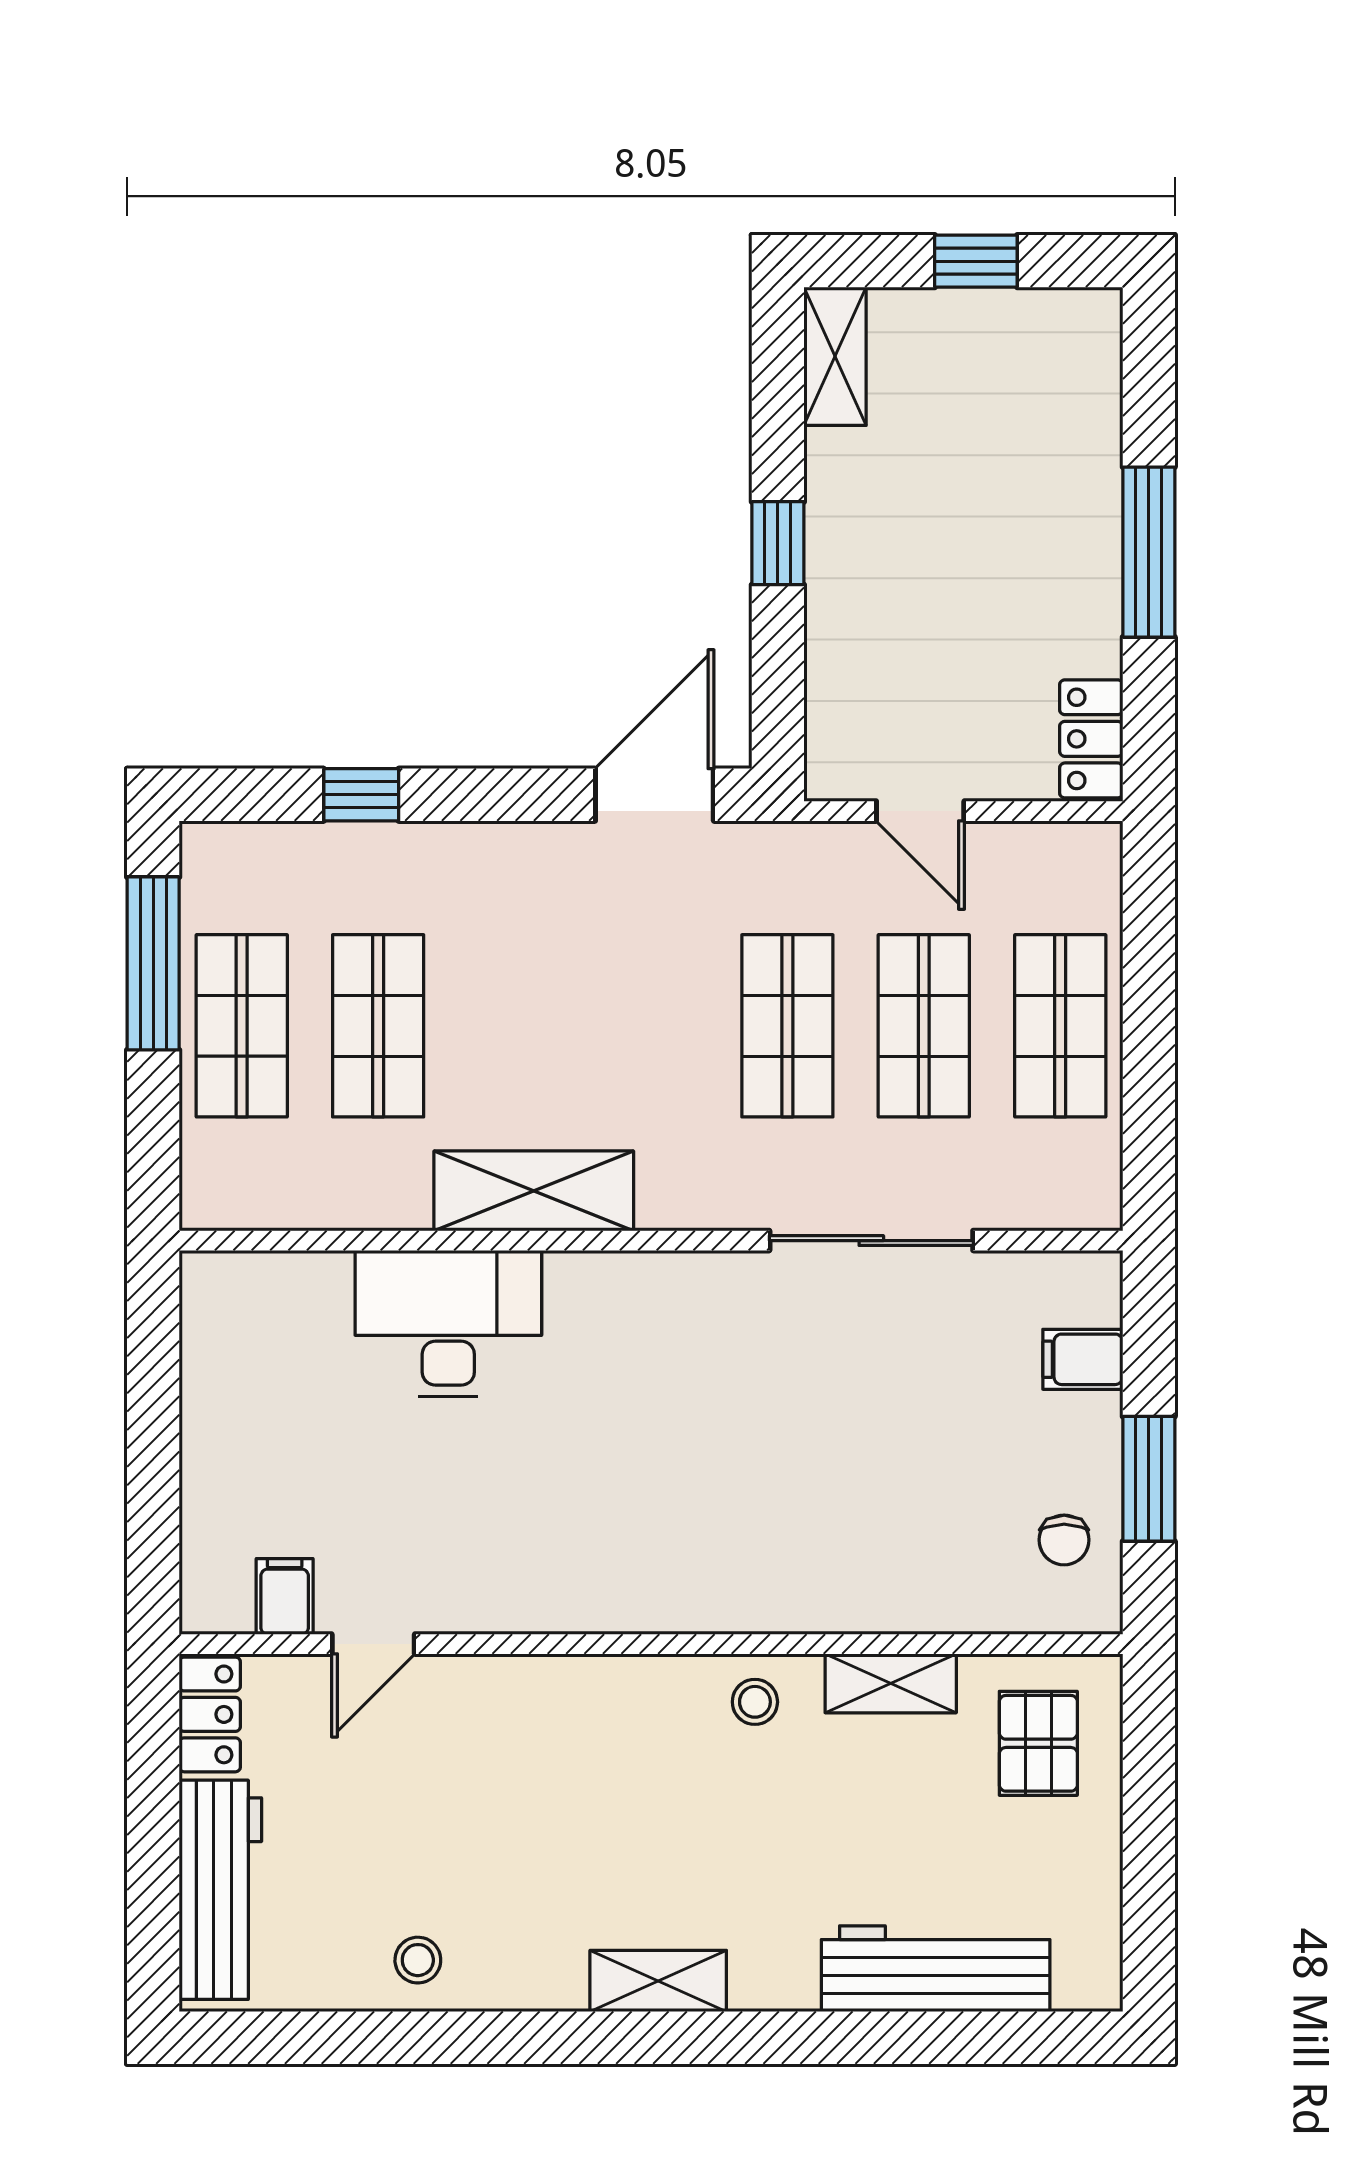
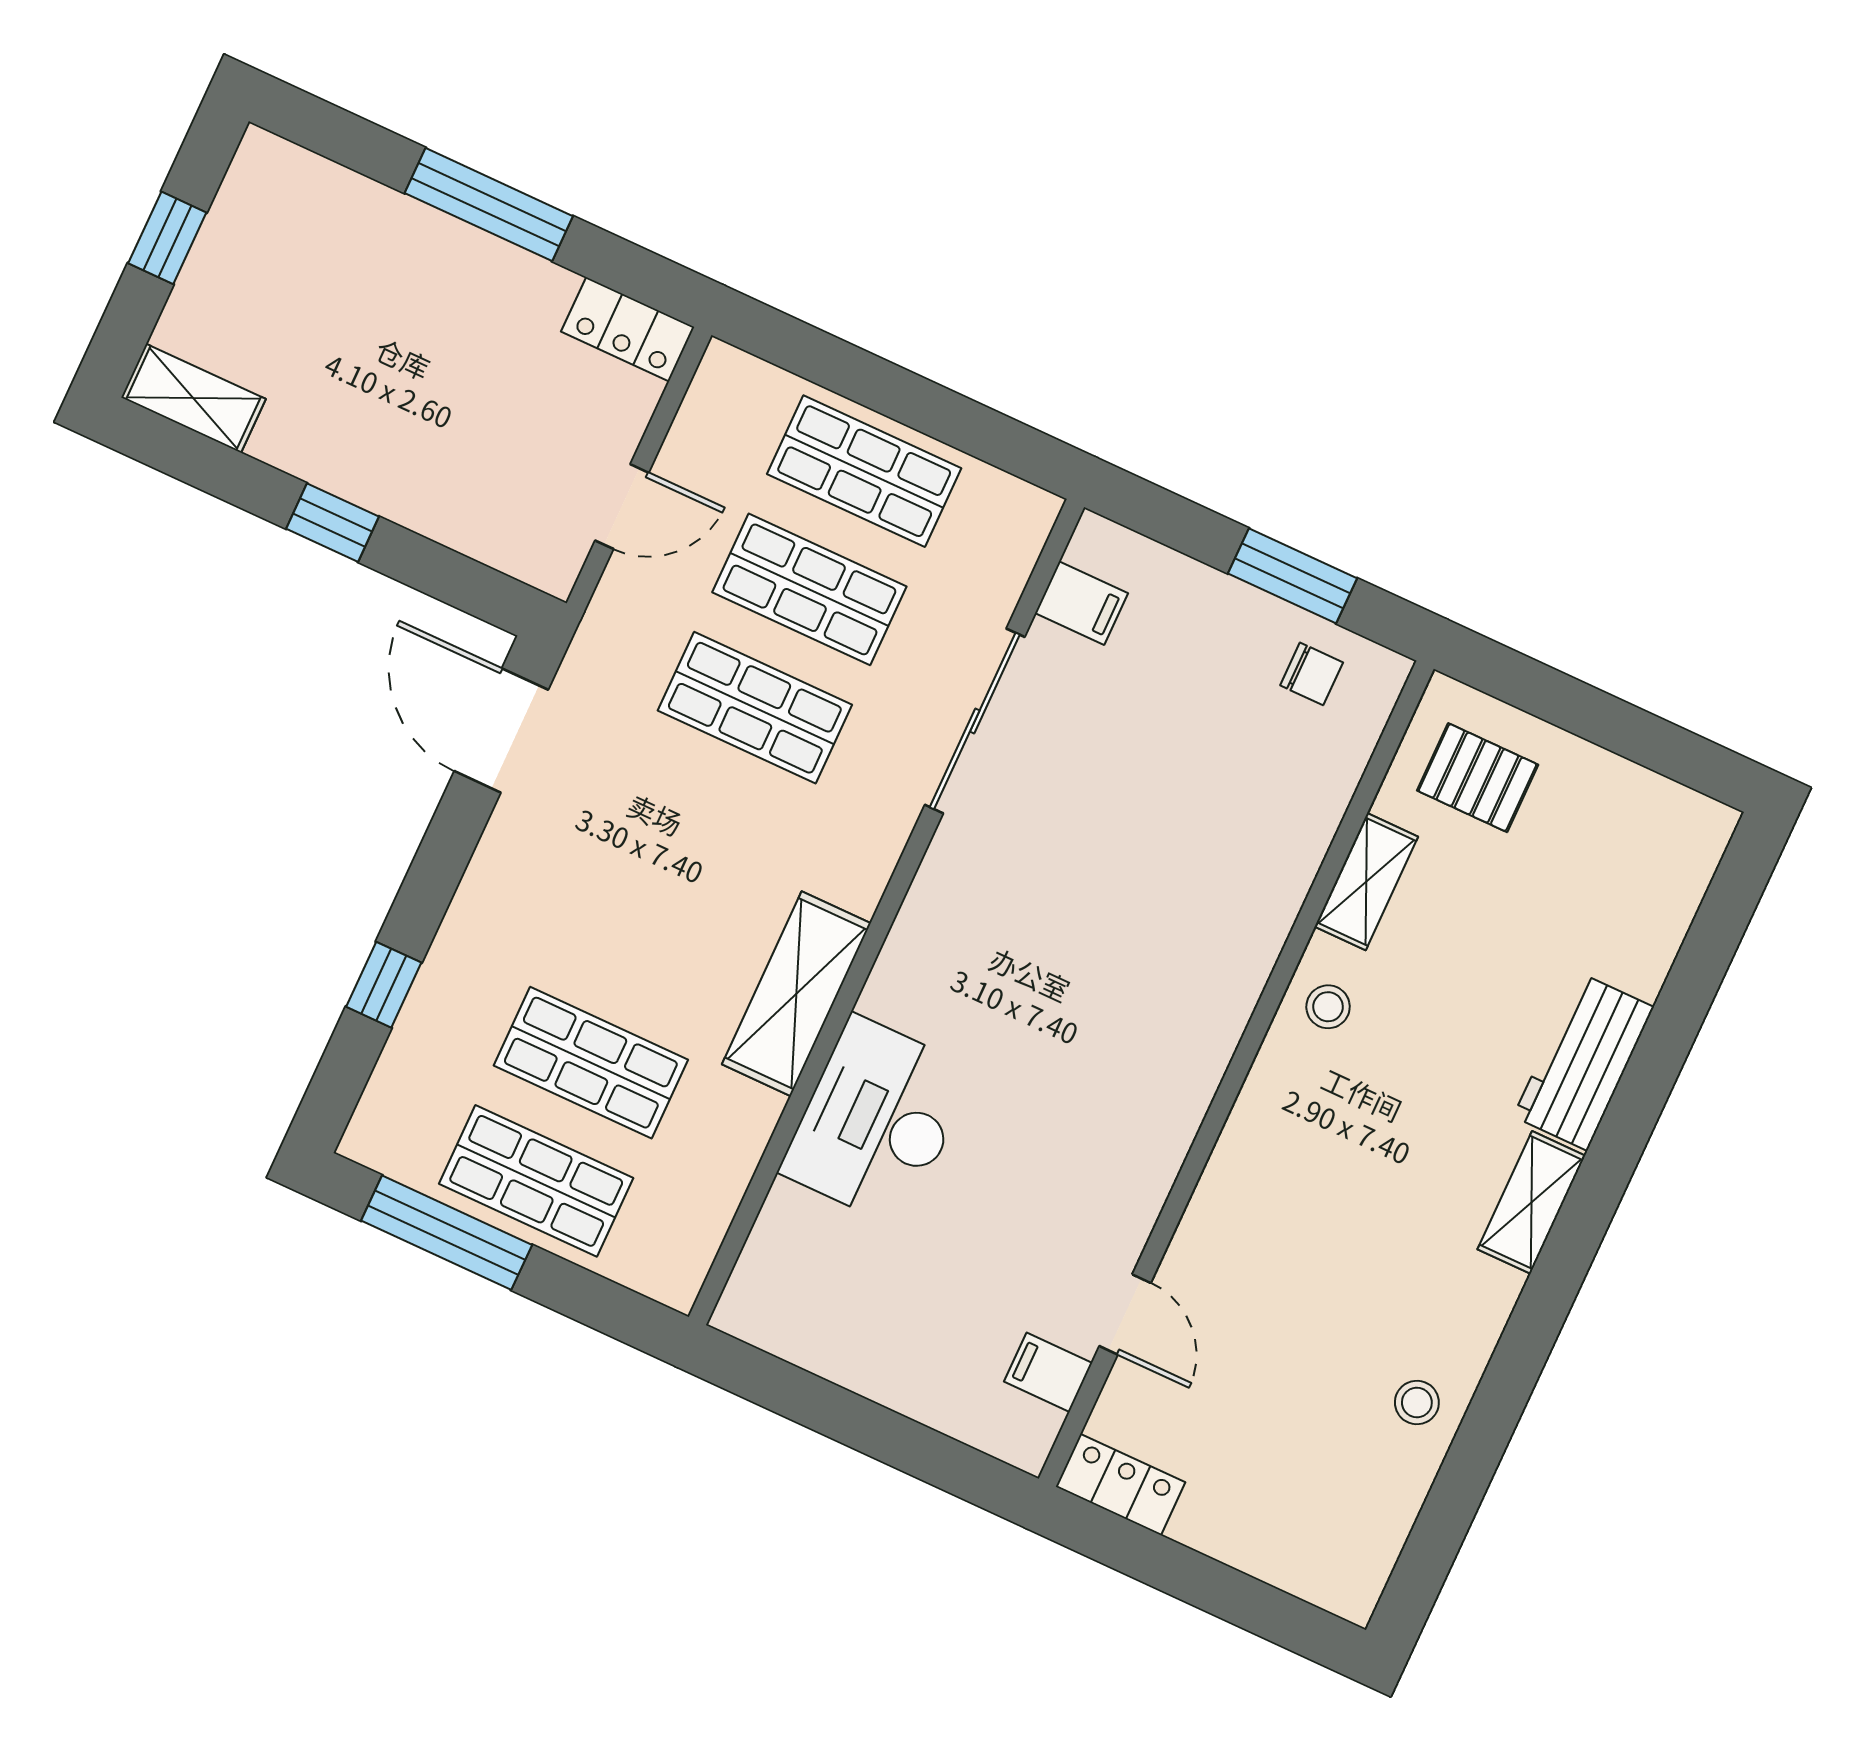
filing cabinet: (1083, 1359) -> (1081, 603), moved, turned -90
workbench: (220, 1890) -> (1277, 1546), removed
workbench: (936, 1969) -> (1583, 1062), moved, width x0.73

